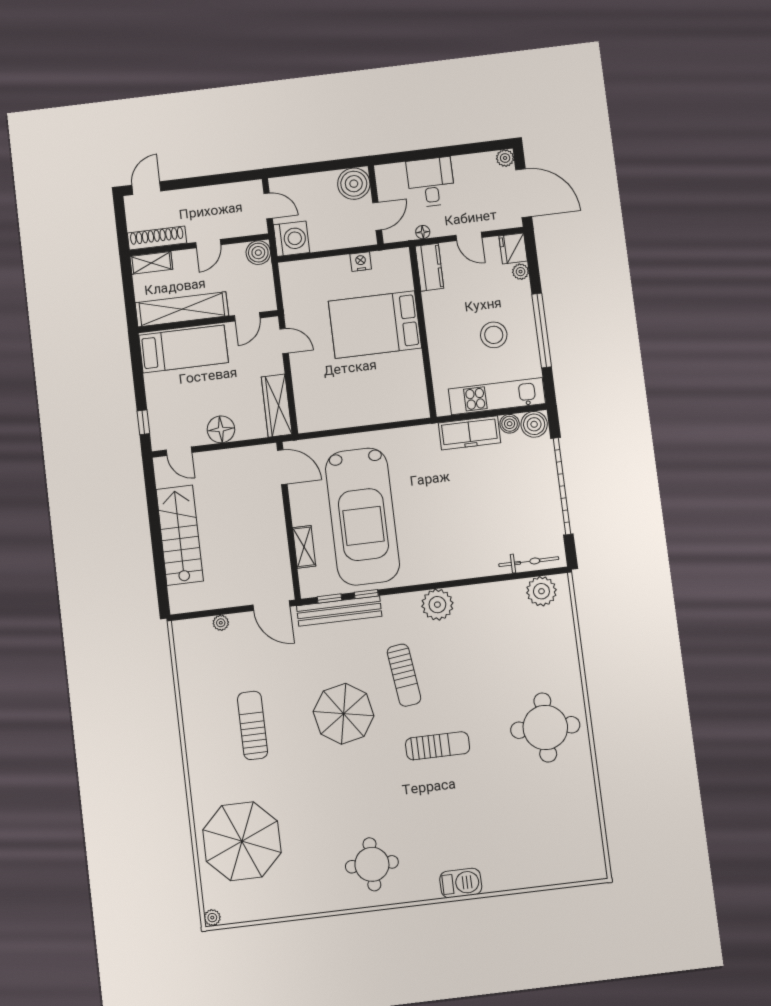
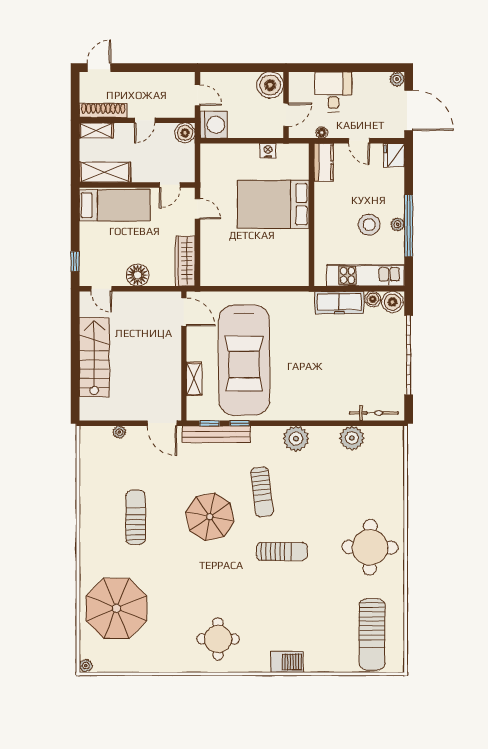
plant: (521, 272) -> (398, 224), moved
shelving: (182, 309) -> (105, 172), width x0.68
plant: (541, 591) -> (352, 438), moved
sun lounger: (562, 836) -> (372, 634), added

